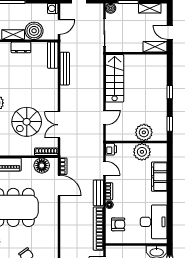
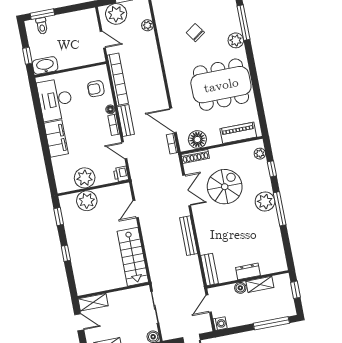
boiler: (34, 31) -> (240, 288), width x0.54, depth x0.54
bench: (65, 69) -> (189, 236), moved
filing cabinet: (159, 177) -> (56, 139), moved

